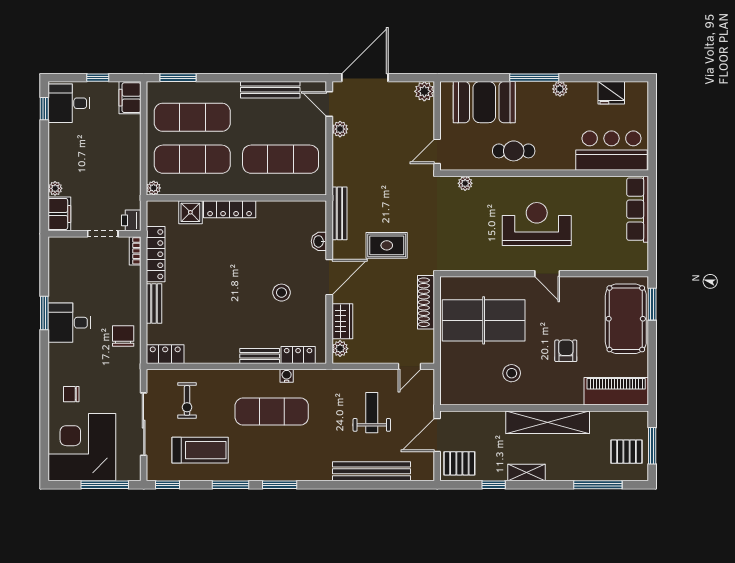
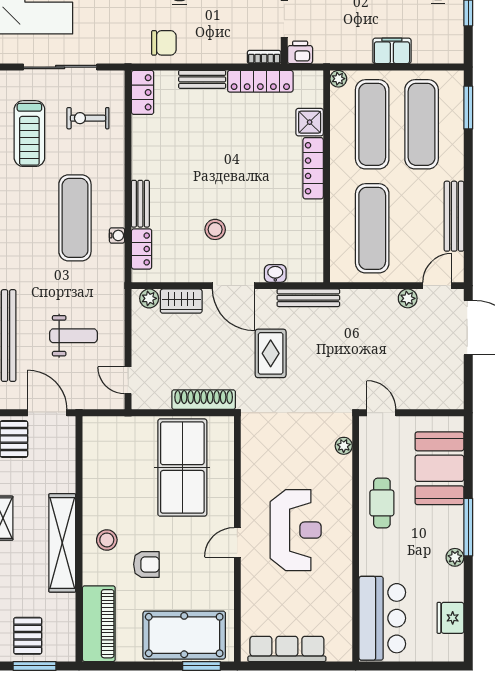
plant: (424, 91) -> (452, 398), removed
filing cabinet: (130, 98) -> (392, 51), moved
row of seats: (638, 209) -> (287, 649), moved
stool: (512, 373) -> (107, 540), moved

